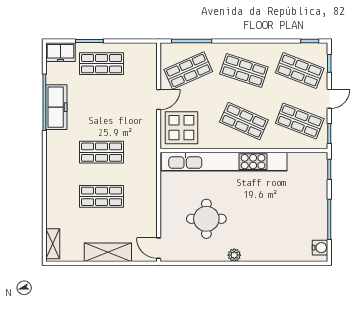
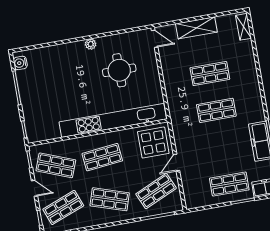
shop shelf: (300, 70) -> (63, 207), turned -42
door: (329, 99) -> (34, 188), swing flipped
shop shelf: (244, 121) -> (102, 157), turned -30

